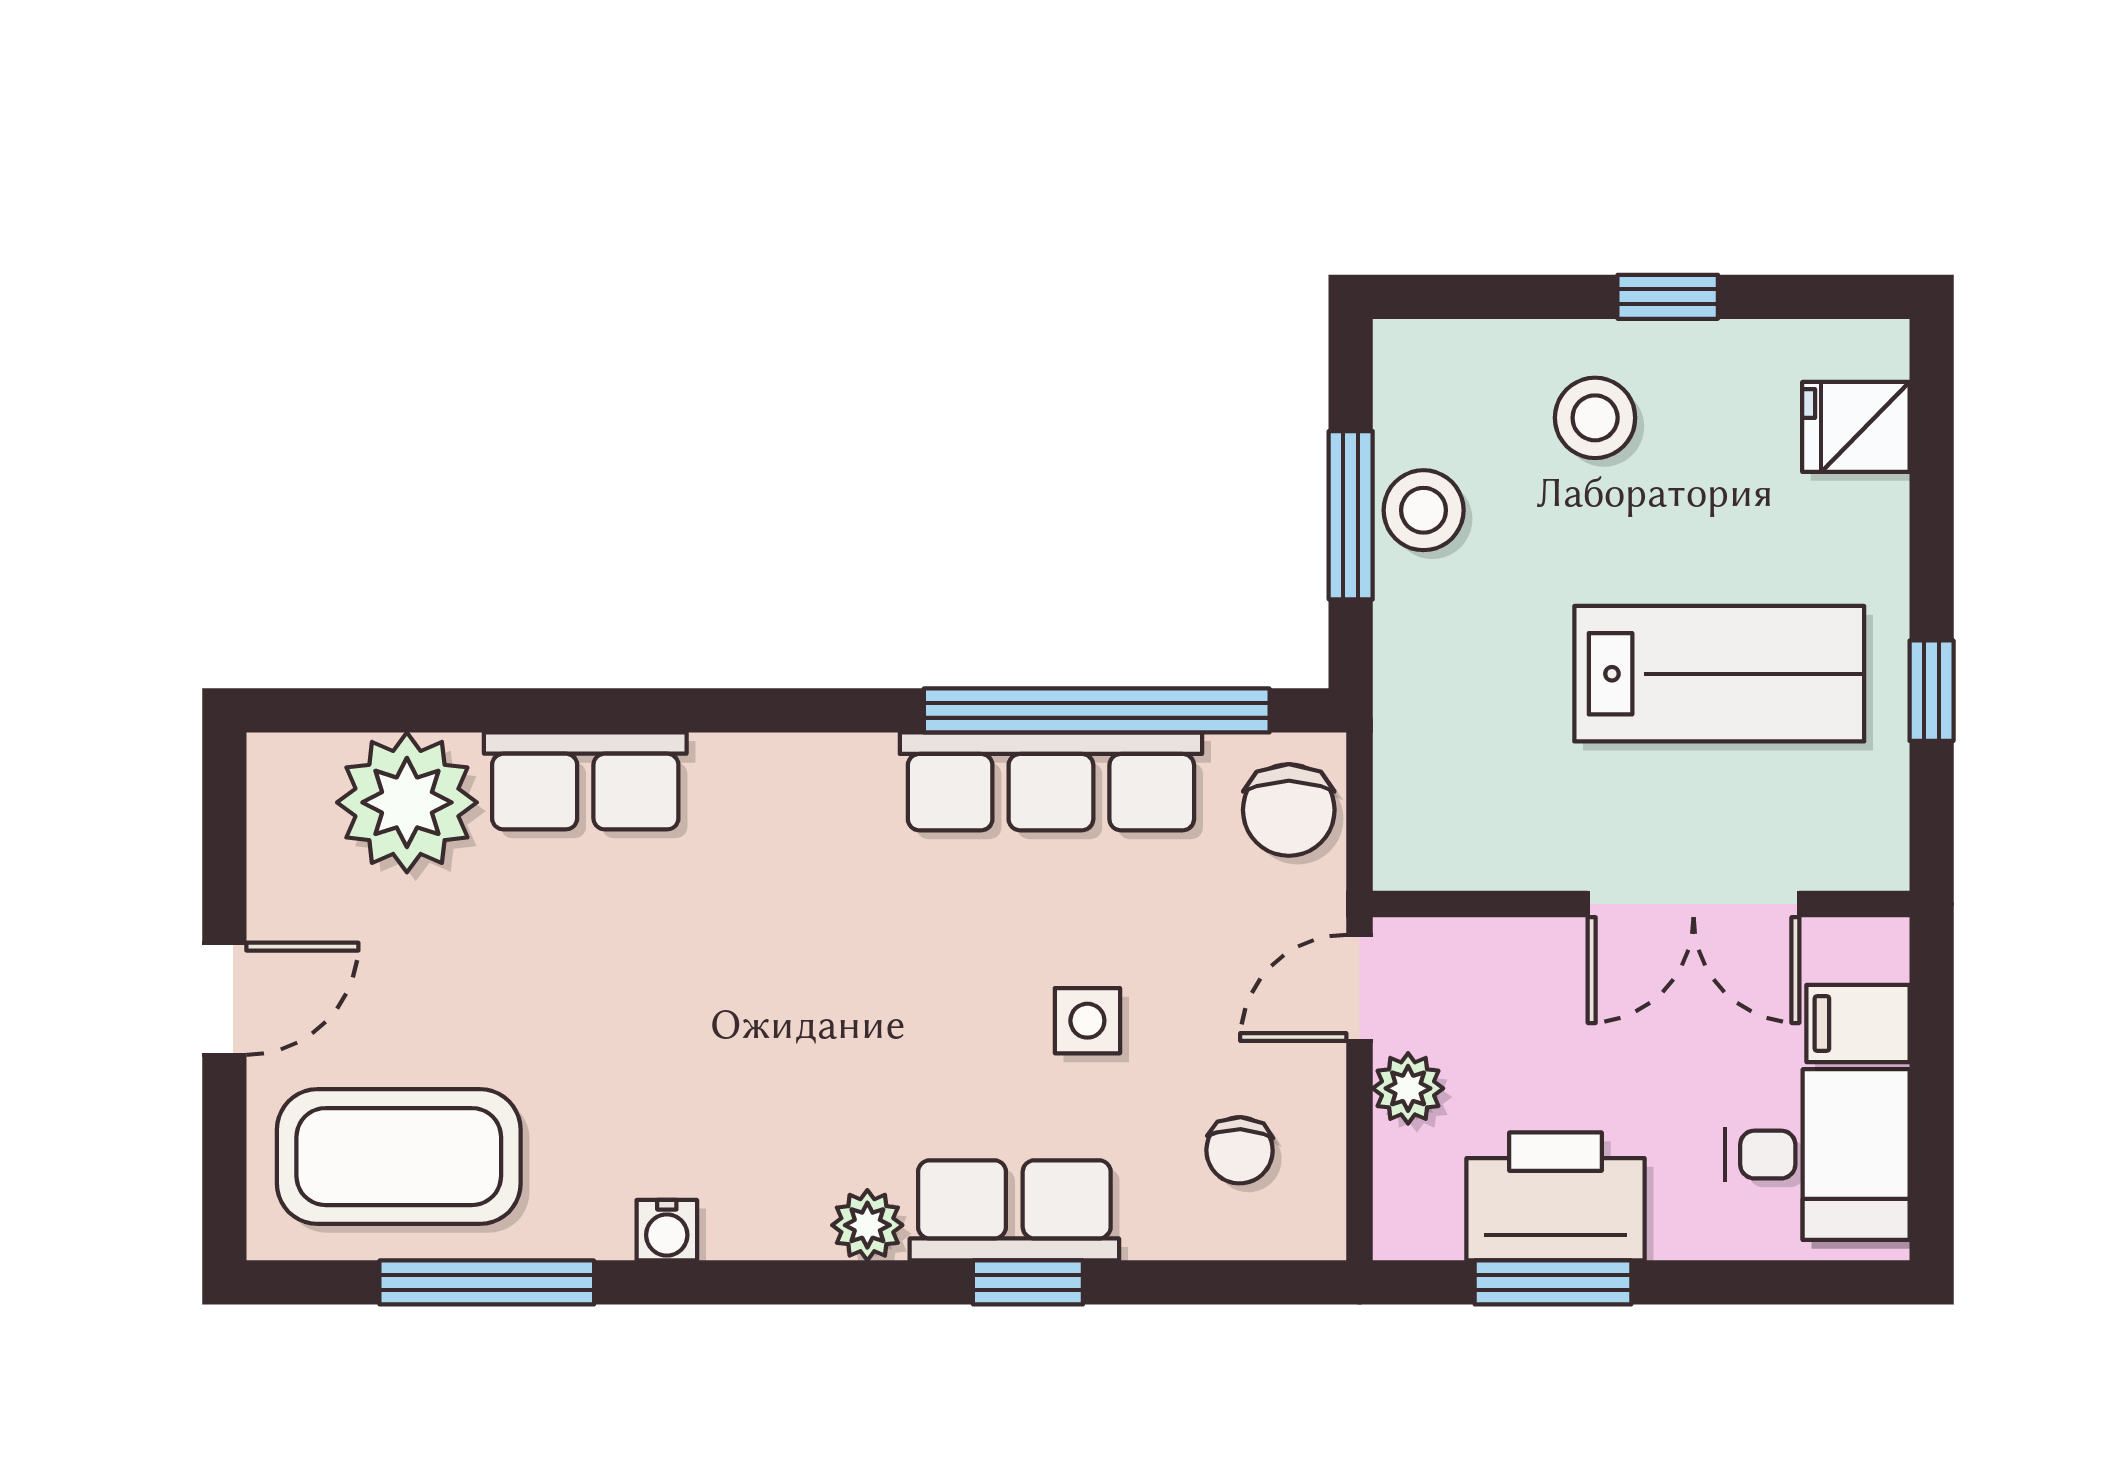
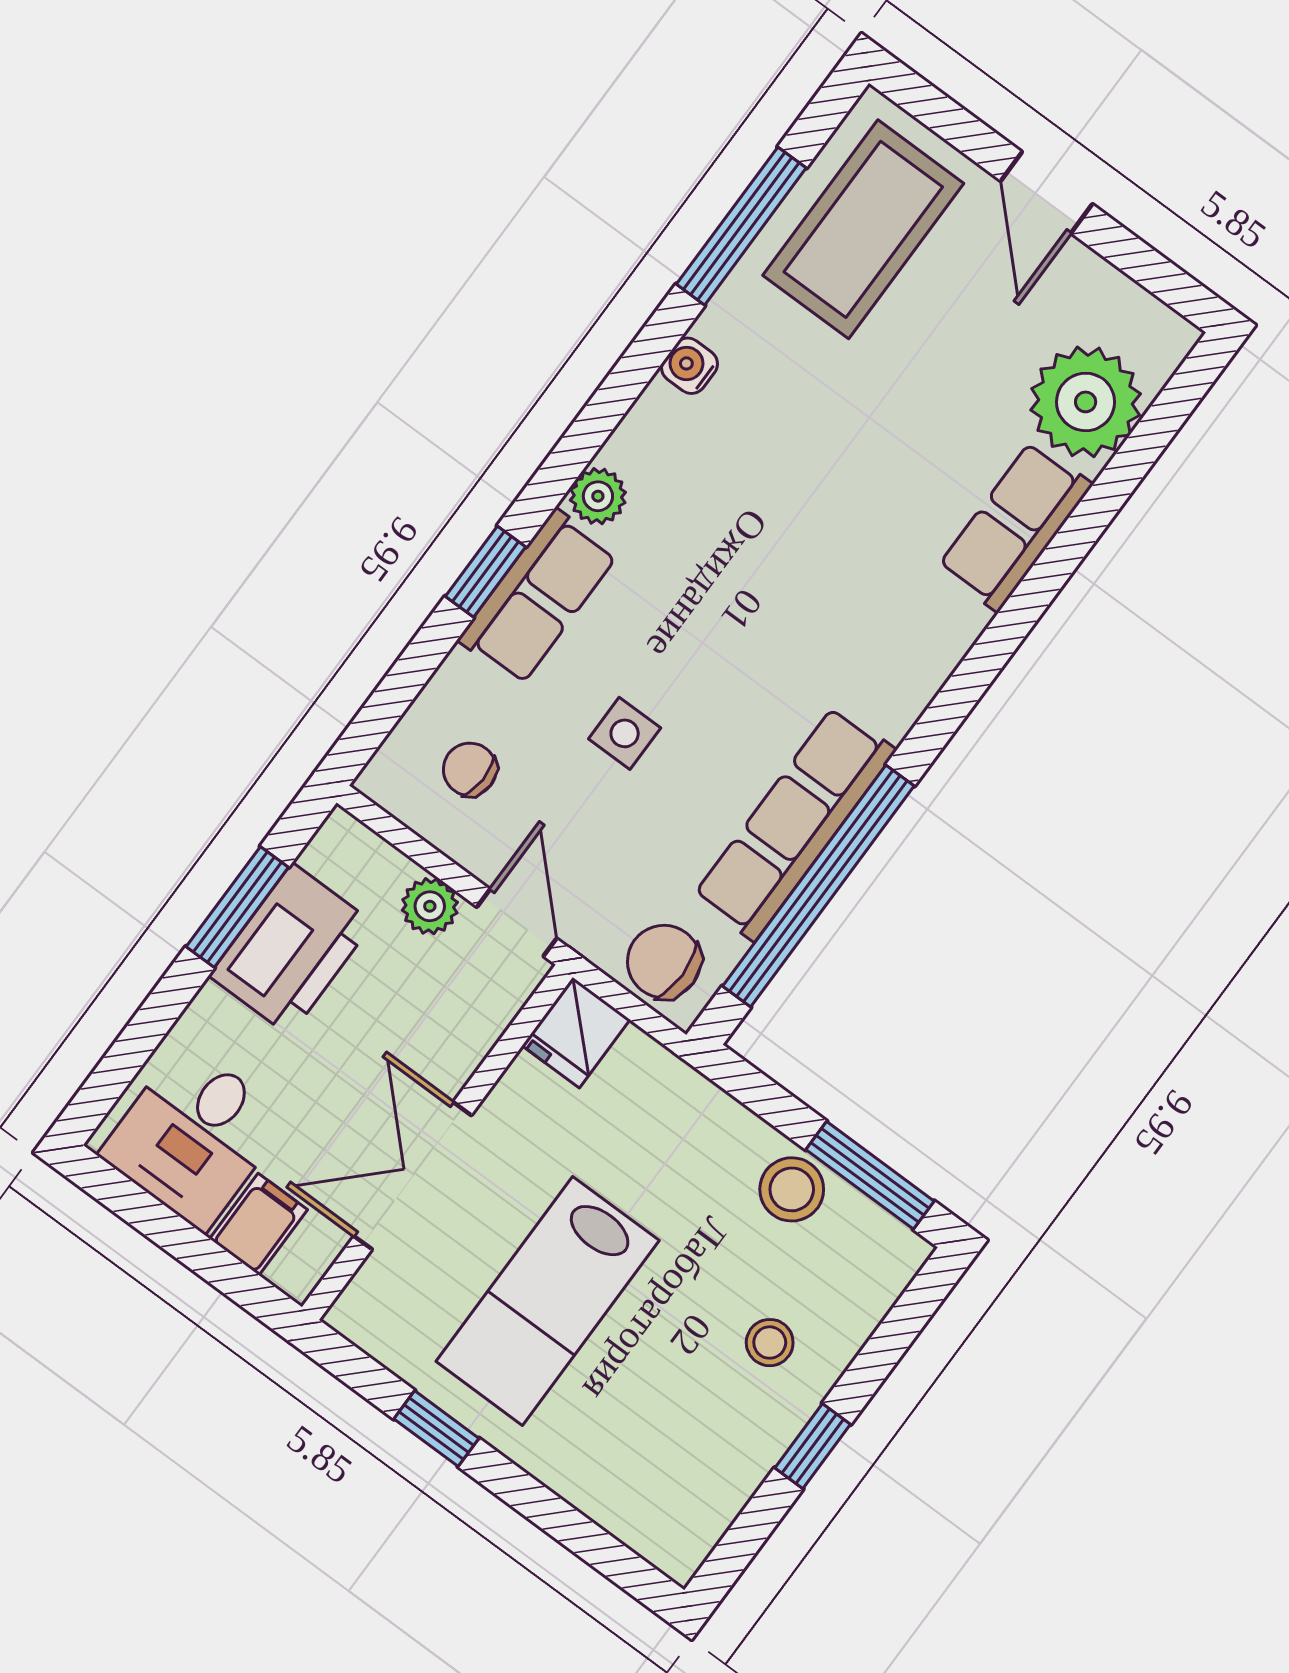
stool: (1595, 418) -> (770, 1343), width x0.73, depth x0.73
fridge: (1856, 427) -> (576, 1033), moved, turned 180
window: (1351, 515) -> (870, 1175), moved

